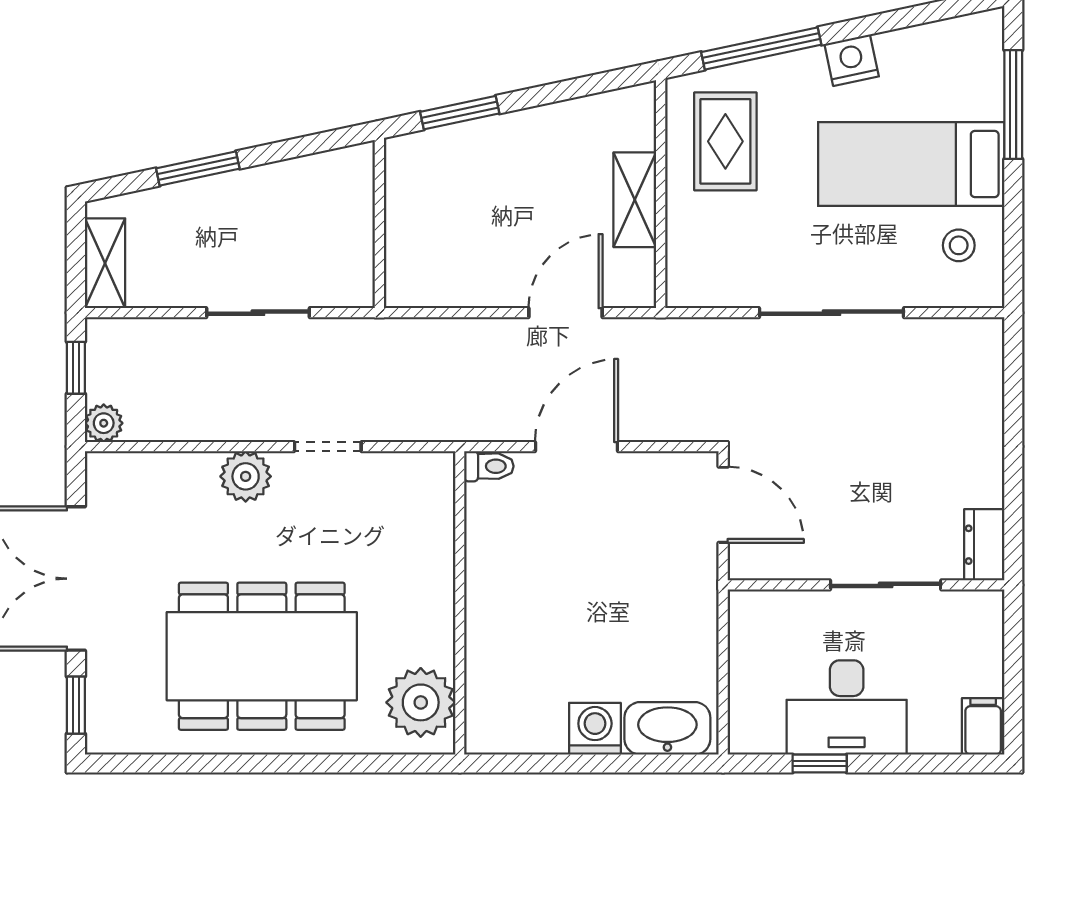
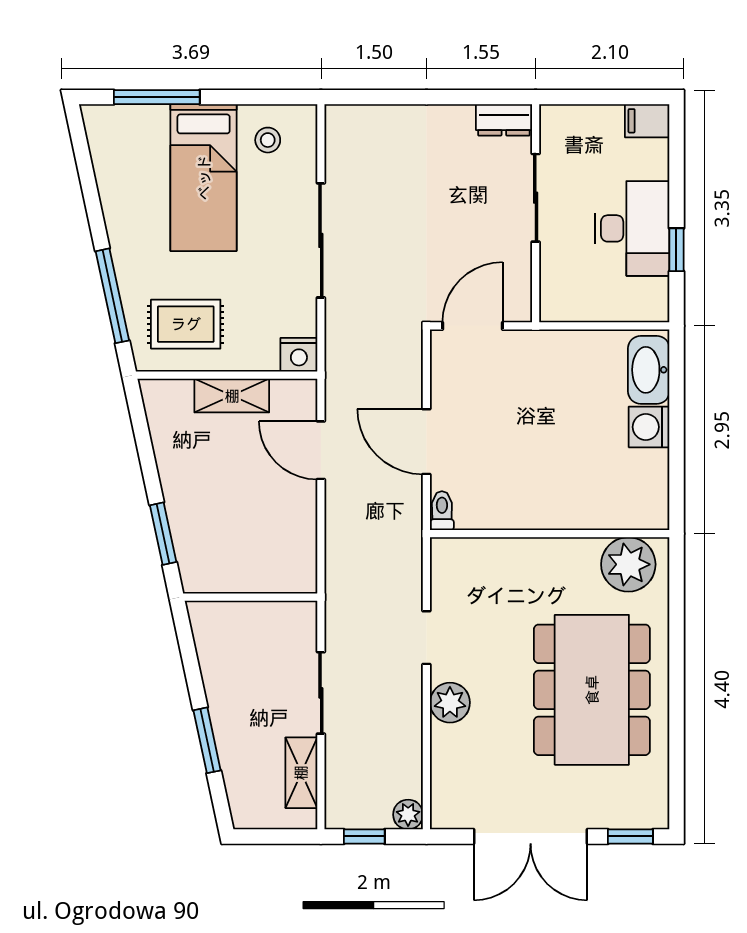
nightstand: (852, 60) -> (299, 355), moved, turned -78
shelving: (105, 263) -> (301, 773), moved, turned 90

